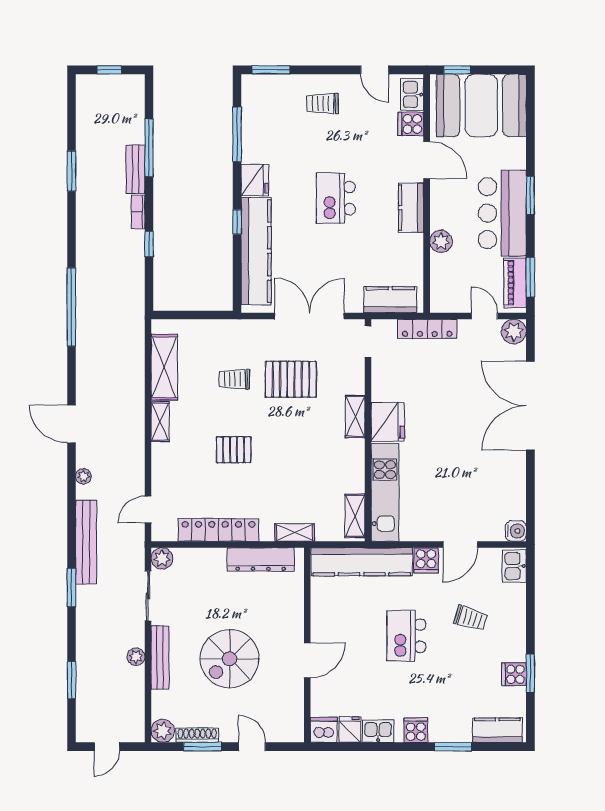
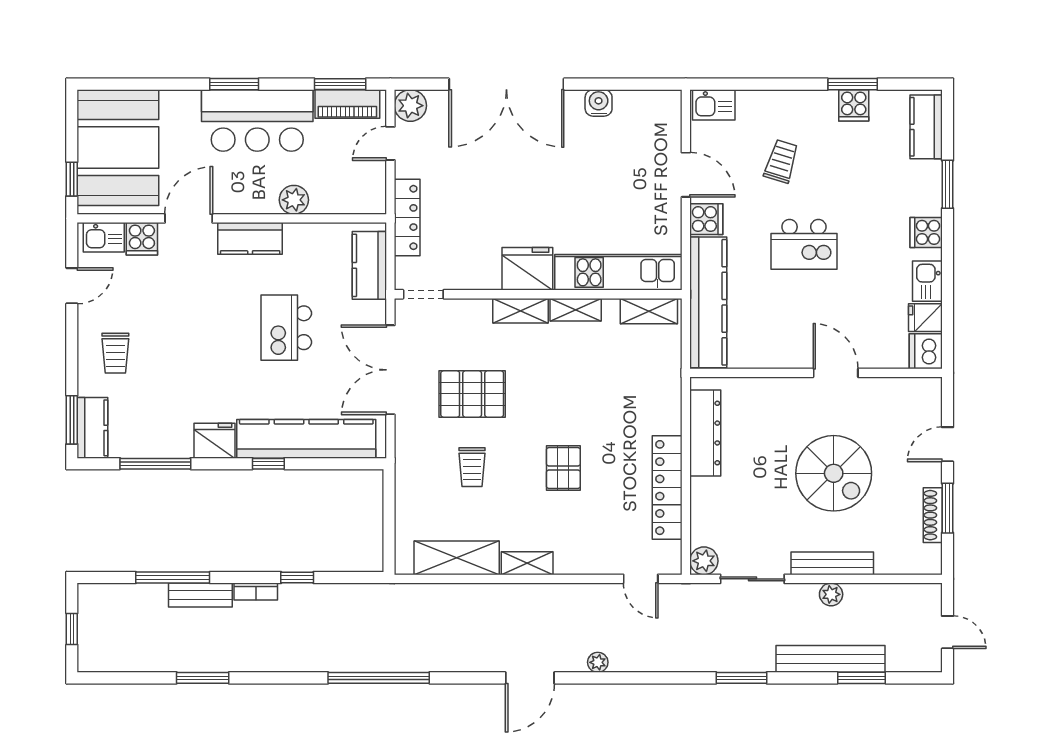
kitchen counter: (265, 86) -> (92, 428), added
kitchen island: (336, 198) -> (286, 328), moved, turned 90
pallet: (291, 379) -> (472, 394), turned 90
water cooler: (516, 531) -> (599, 103), moved
shelving: (295, 532) -> (576, 310), moved, turned 90
bench: (86, 542) -> (830, 659), moved
plant: (163, 731) -> (927, 560), removed

